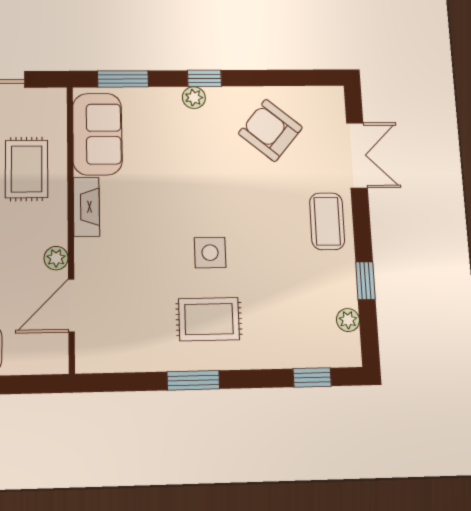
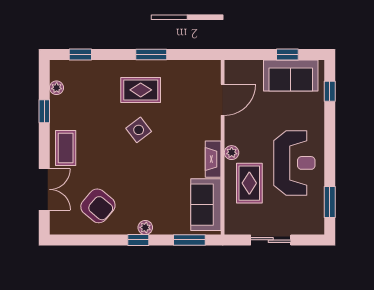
double door: (357, 155) -> (44, 189), swing flipped
side table: (210, 253) -> (139, 130), turned -37
plant: (56, 258) -> (232, 153), moved

